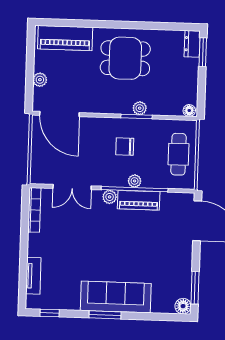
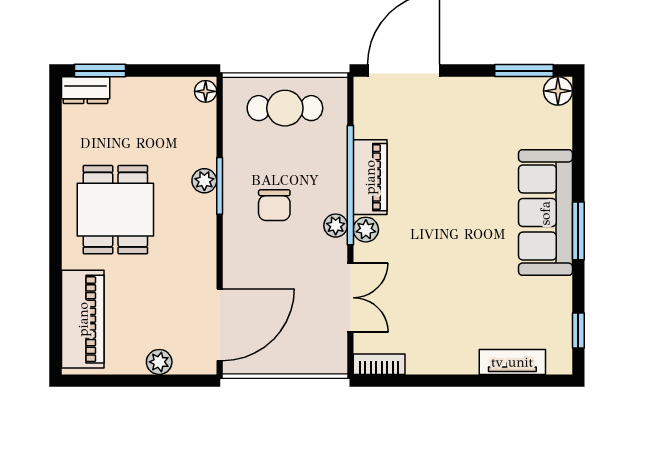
plant: (135, 181) -> (336, 226), moved
bookcase: (34, 210) -> (379, 364), width x0.64

